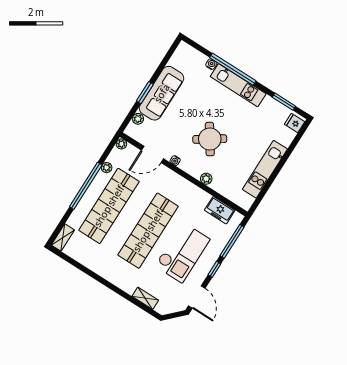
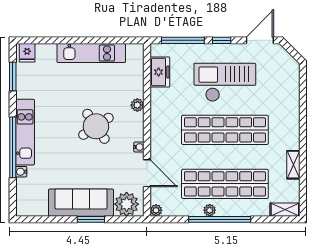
plant: (138, 119) -> (127, 204), width x1.88, depth x1.88
plant: (107, 168) -> (210, 210), moved
shelving: (145, 298) -> (293, 165), moved

